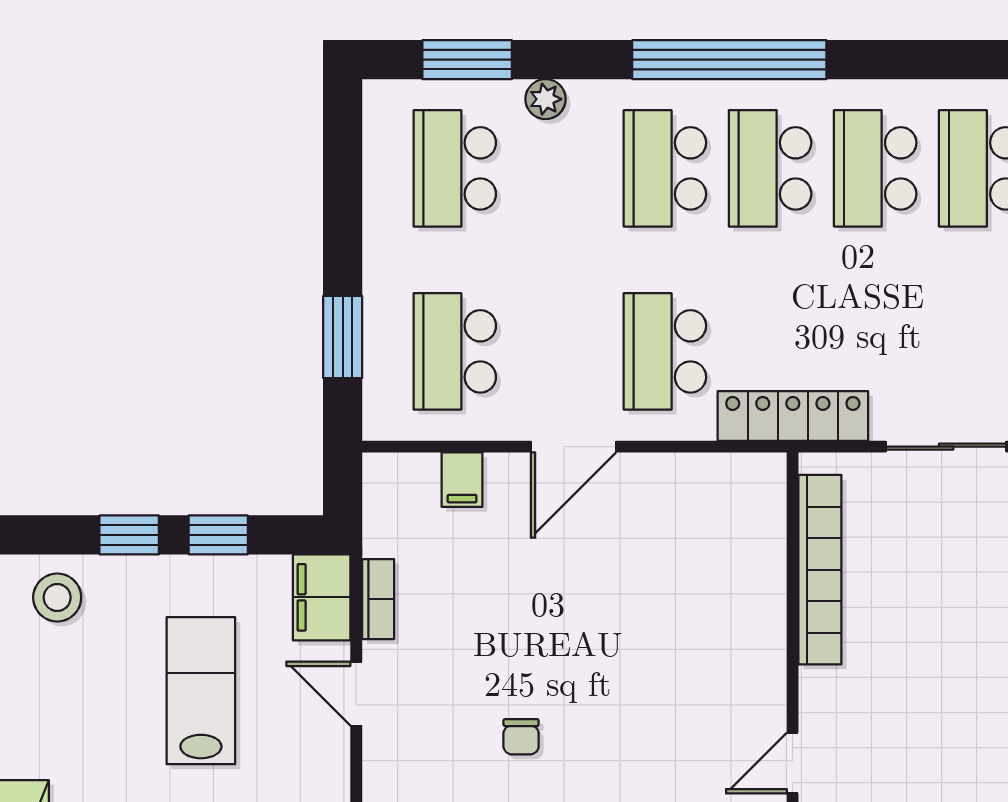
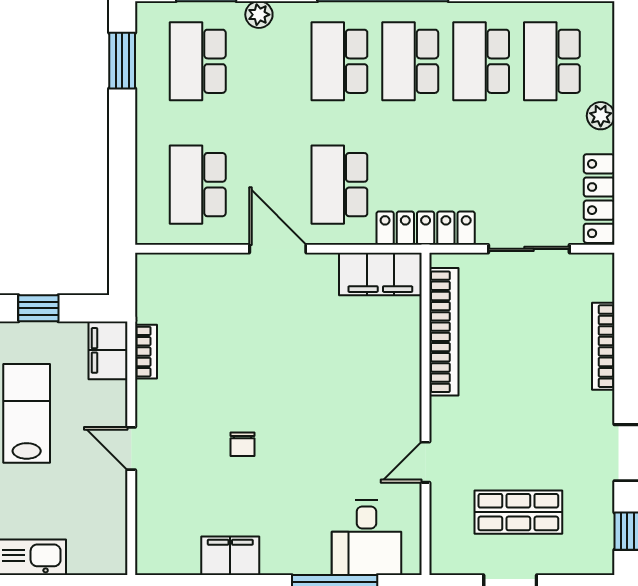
window: (343, 337) -> (122, 61), moved
door: (573, 447) -> (278, 249), swing flipped
filing cabinet: (462, 480) -> (380, 274), moved, width x3.00, depth x1.17
door: (356, 694) -> (131, 449), moved

